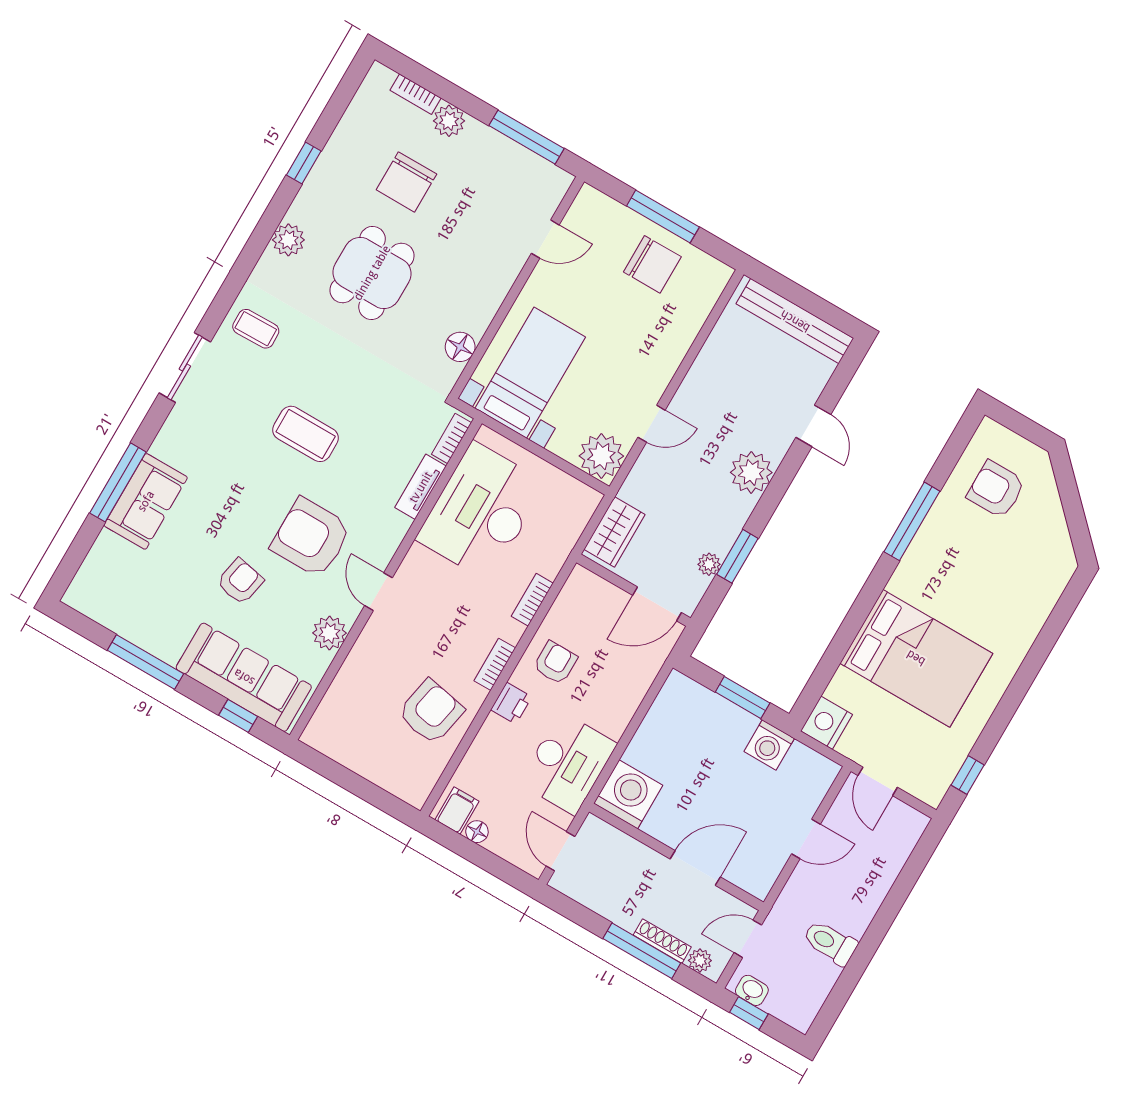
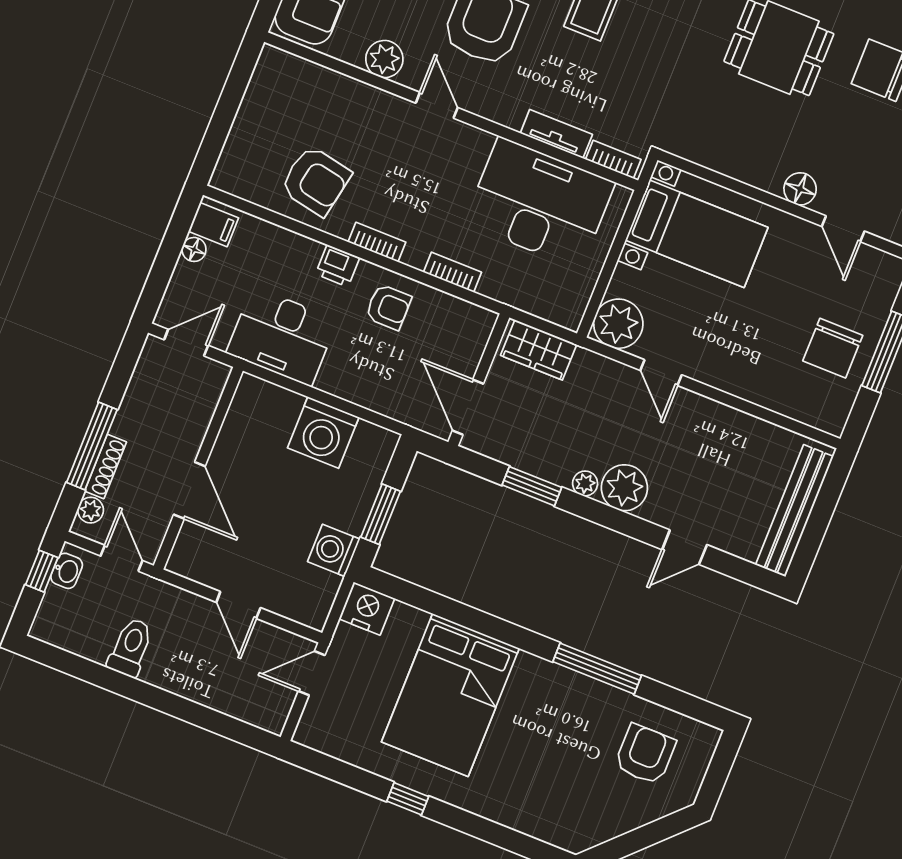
floor lamp: (460, 347) -> (800, 189), moved
plant: (709, 564) -> (585, 483), moved
door: (379, 592) -> (437, 105), hinge flipped
window: (968, 775) -> (408, 799), moved
washing machine: (628, 794) -> (323, 432), moved, turned 90

